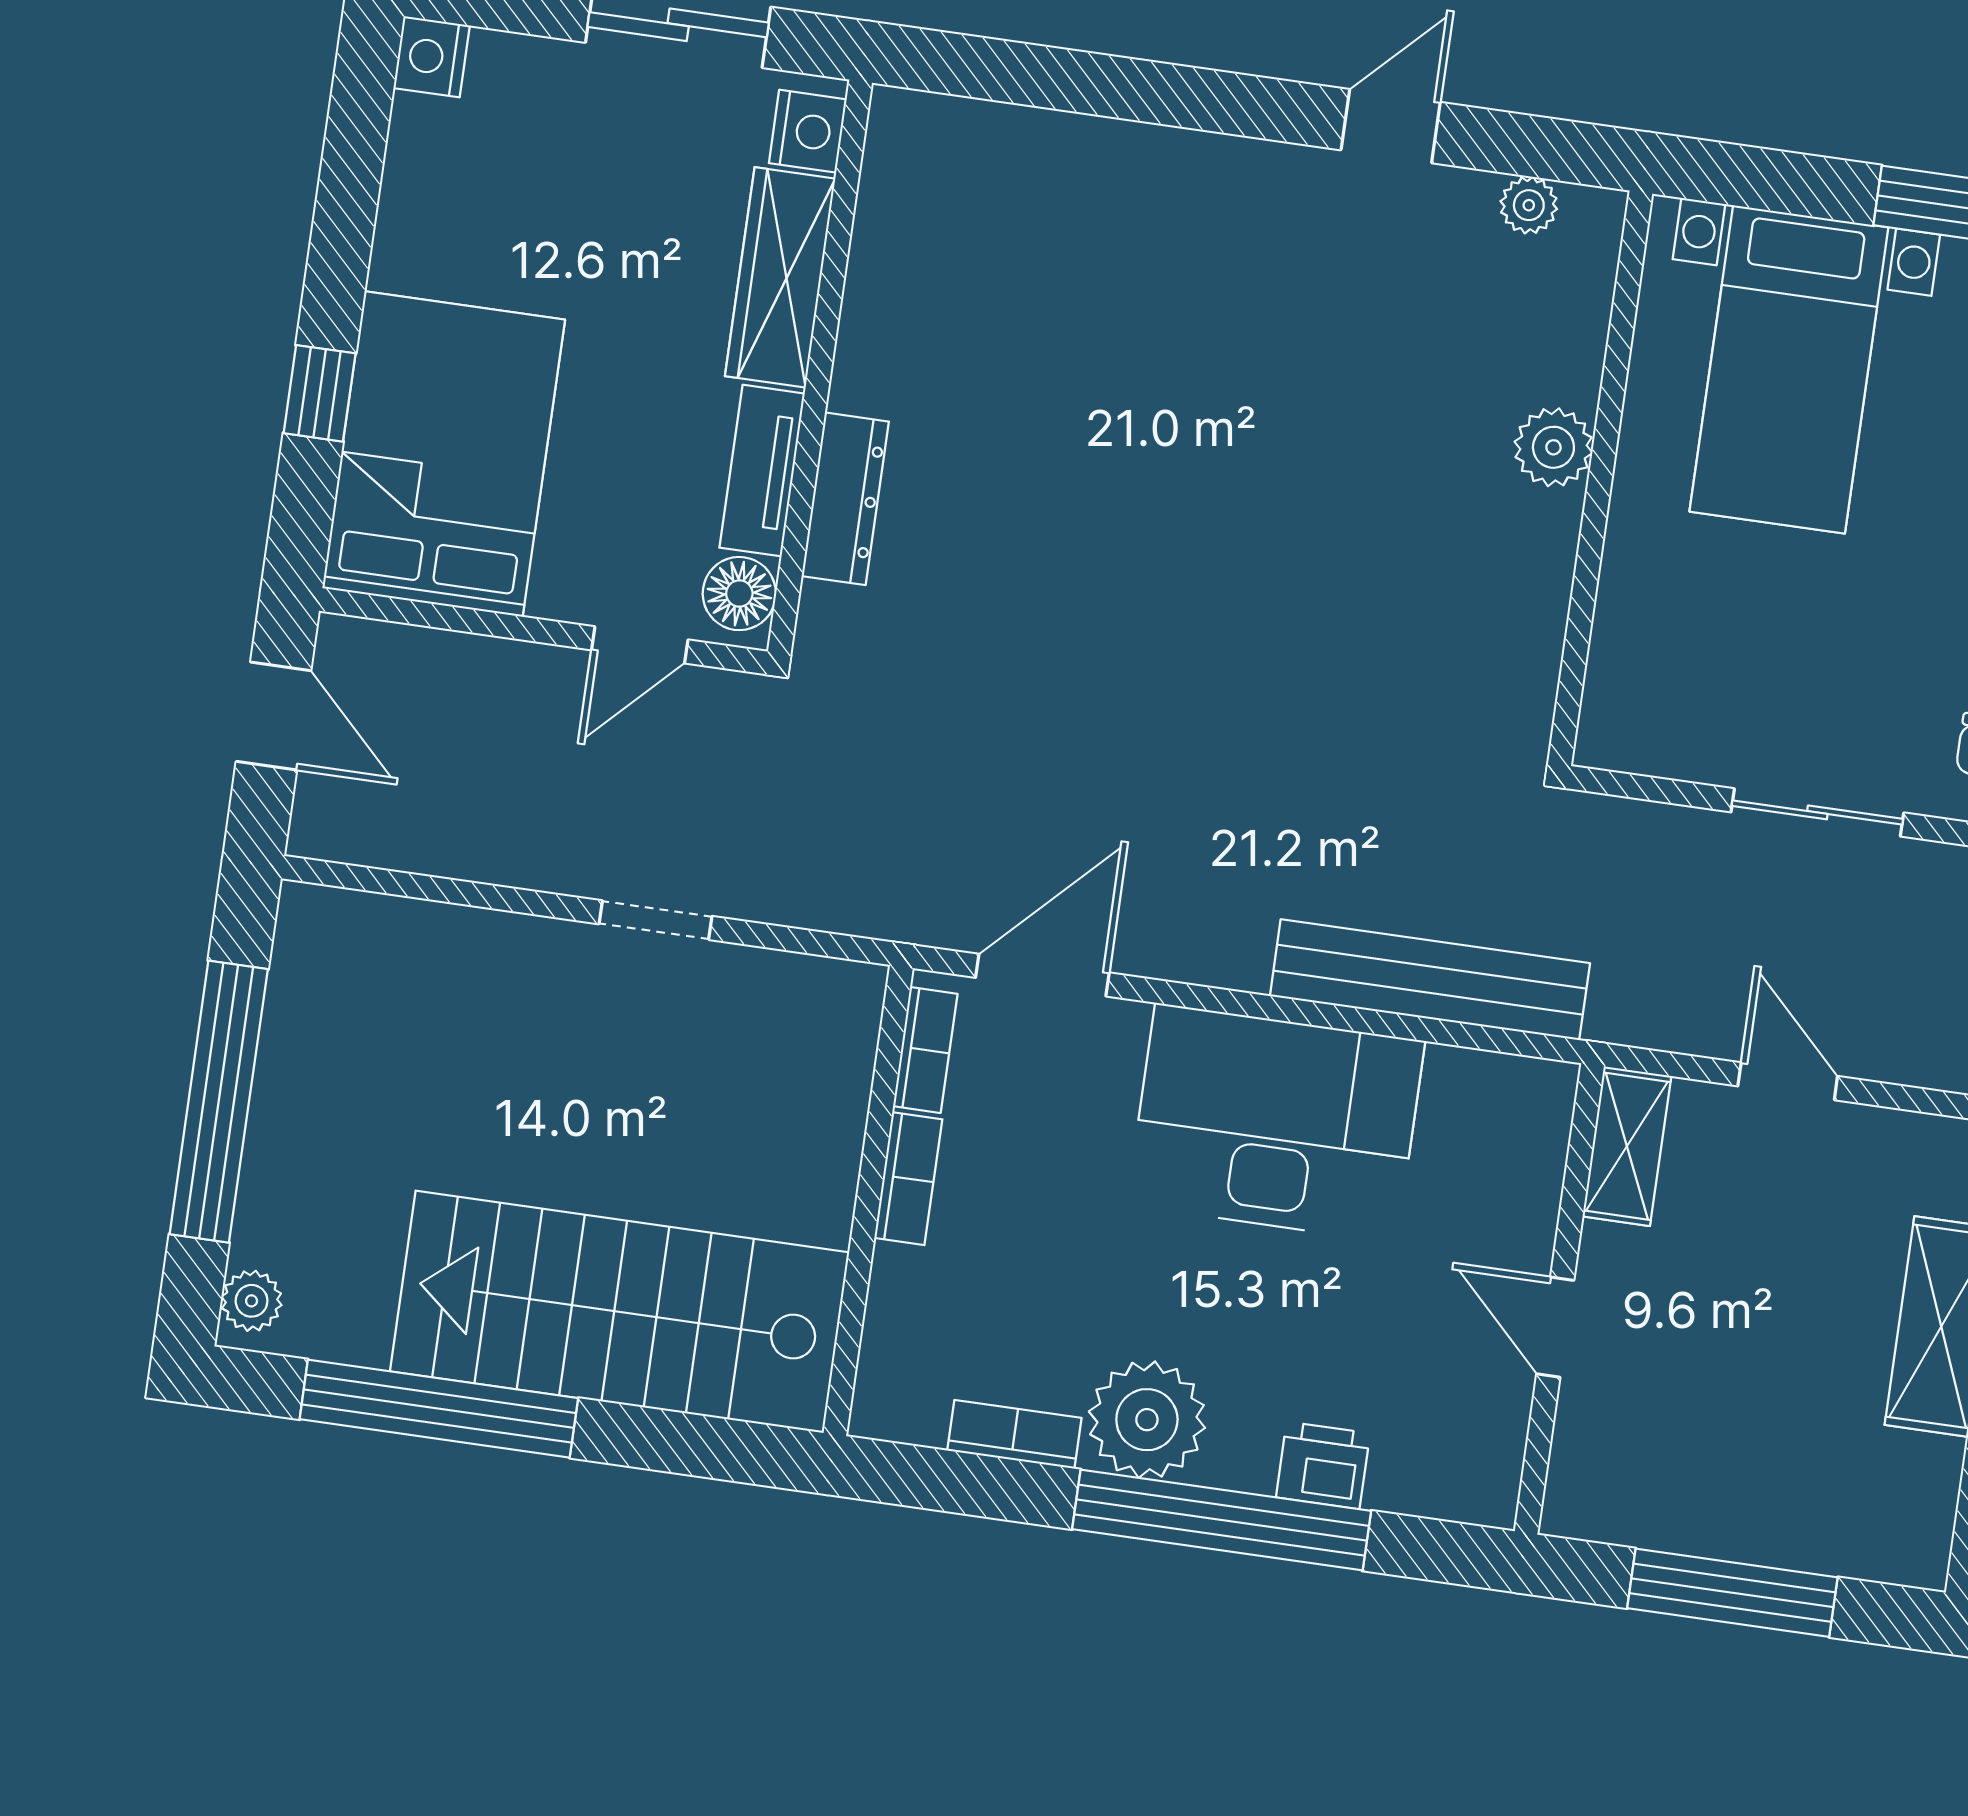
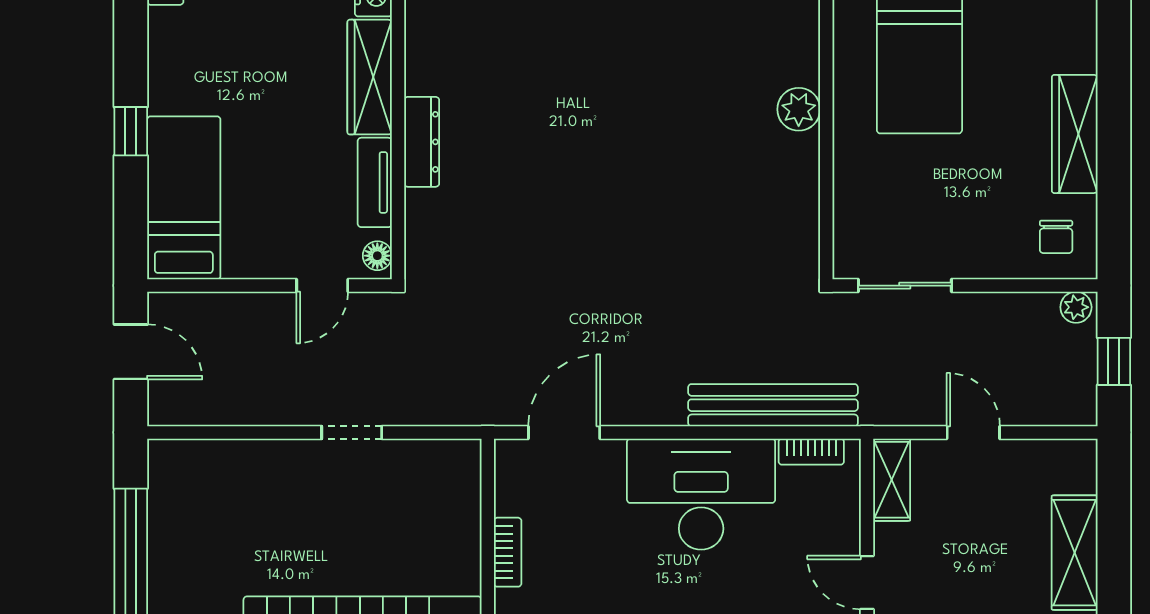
window: (320, 393) -> (131, 131), moved
bed: (444, 454) -> (184, 198), width x0.67
dresser: (845, 499) -> (422, 142), moved
floor lamp: (739, 594) -> (377, 256), width x0.73, depth x0.73
sliding door: (1817, 812) -> (905, 286), moved
bookcase: (925, 1050) -> (811, 452), moved, turned 90

